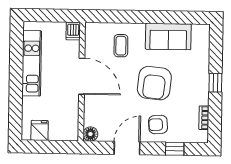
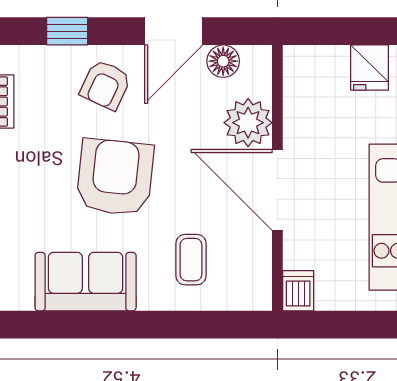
plant: (94, 107) -> (248, 123), added
armchair: (158, 125) -> (105, 85), turned 119
floor lamp: (90, 134) -> (223, 61), moved

